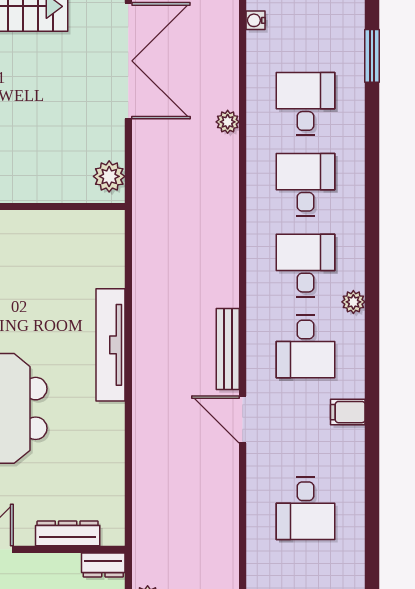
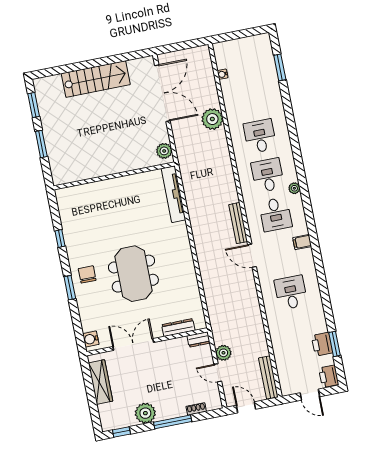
water cooler: (255, 20) -> (223, 74), moved
desk: (306, 104) -> (252, 97), removed
plant: (228, 122) -> (212, 119), width x1.87, depth x1.87
tv unit: (111, 345) -> (173, 194), moved
desk: (306, 508) -> (291, 293), turned 180

